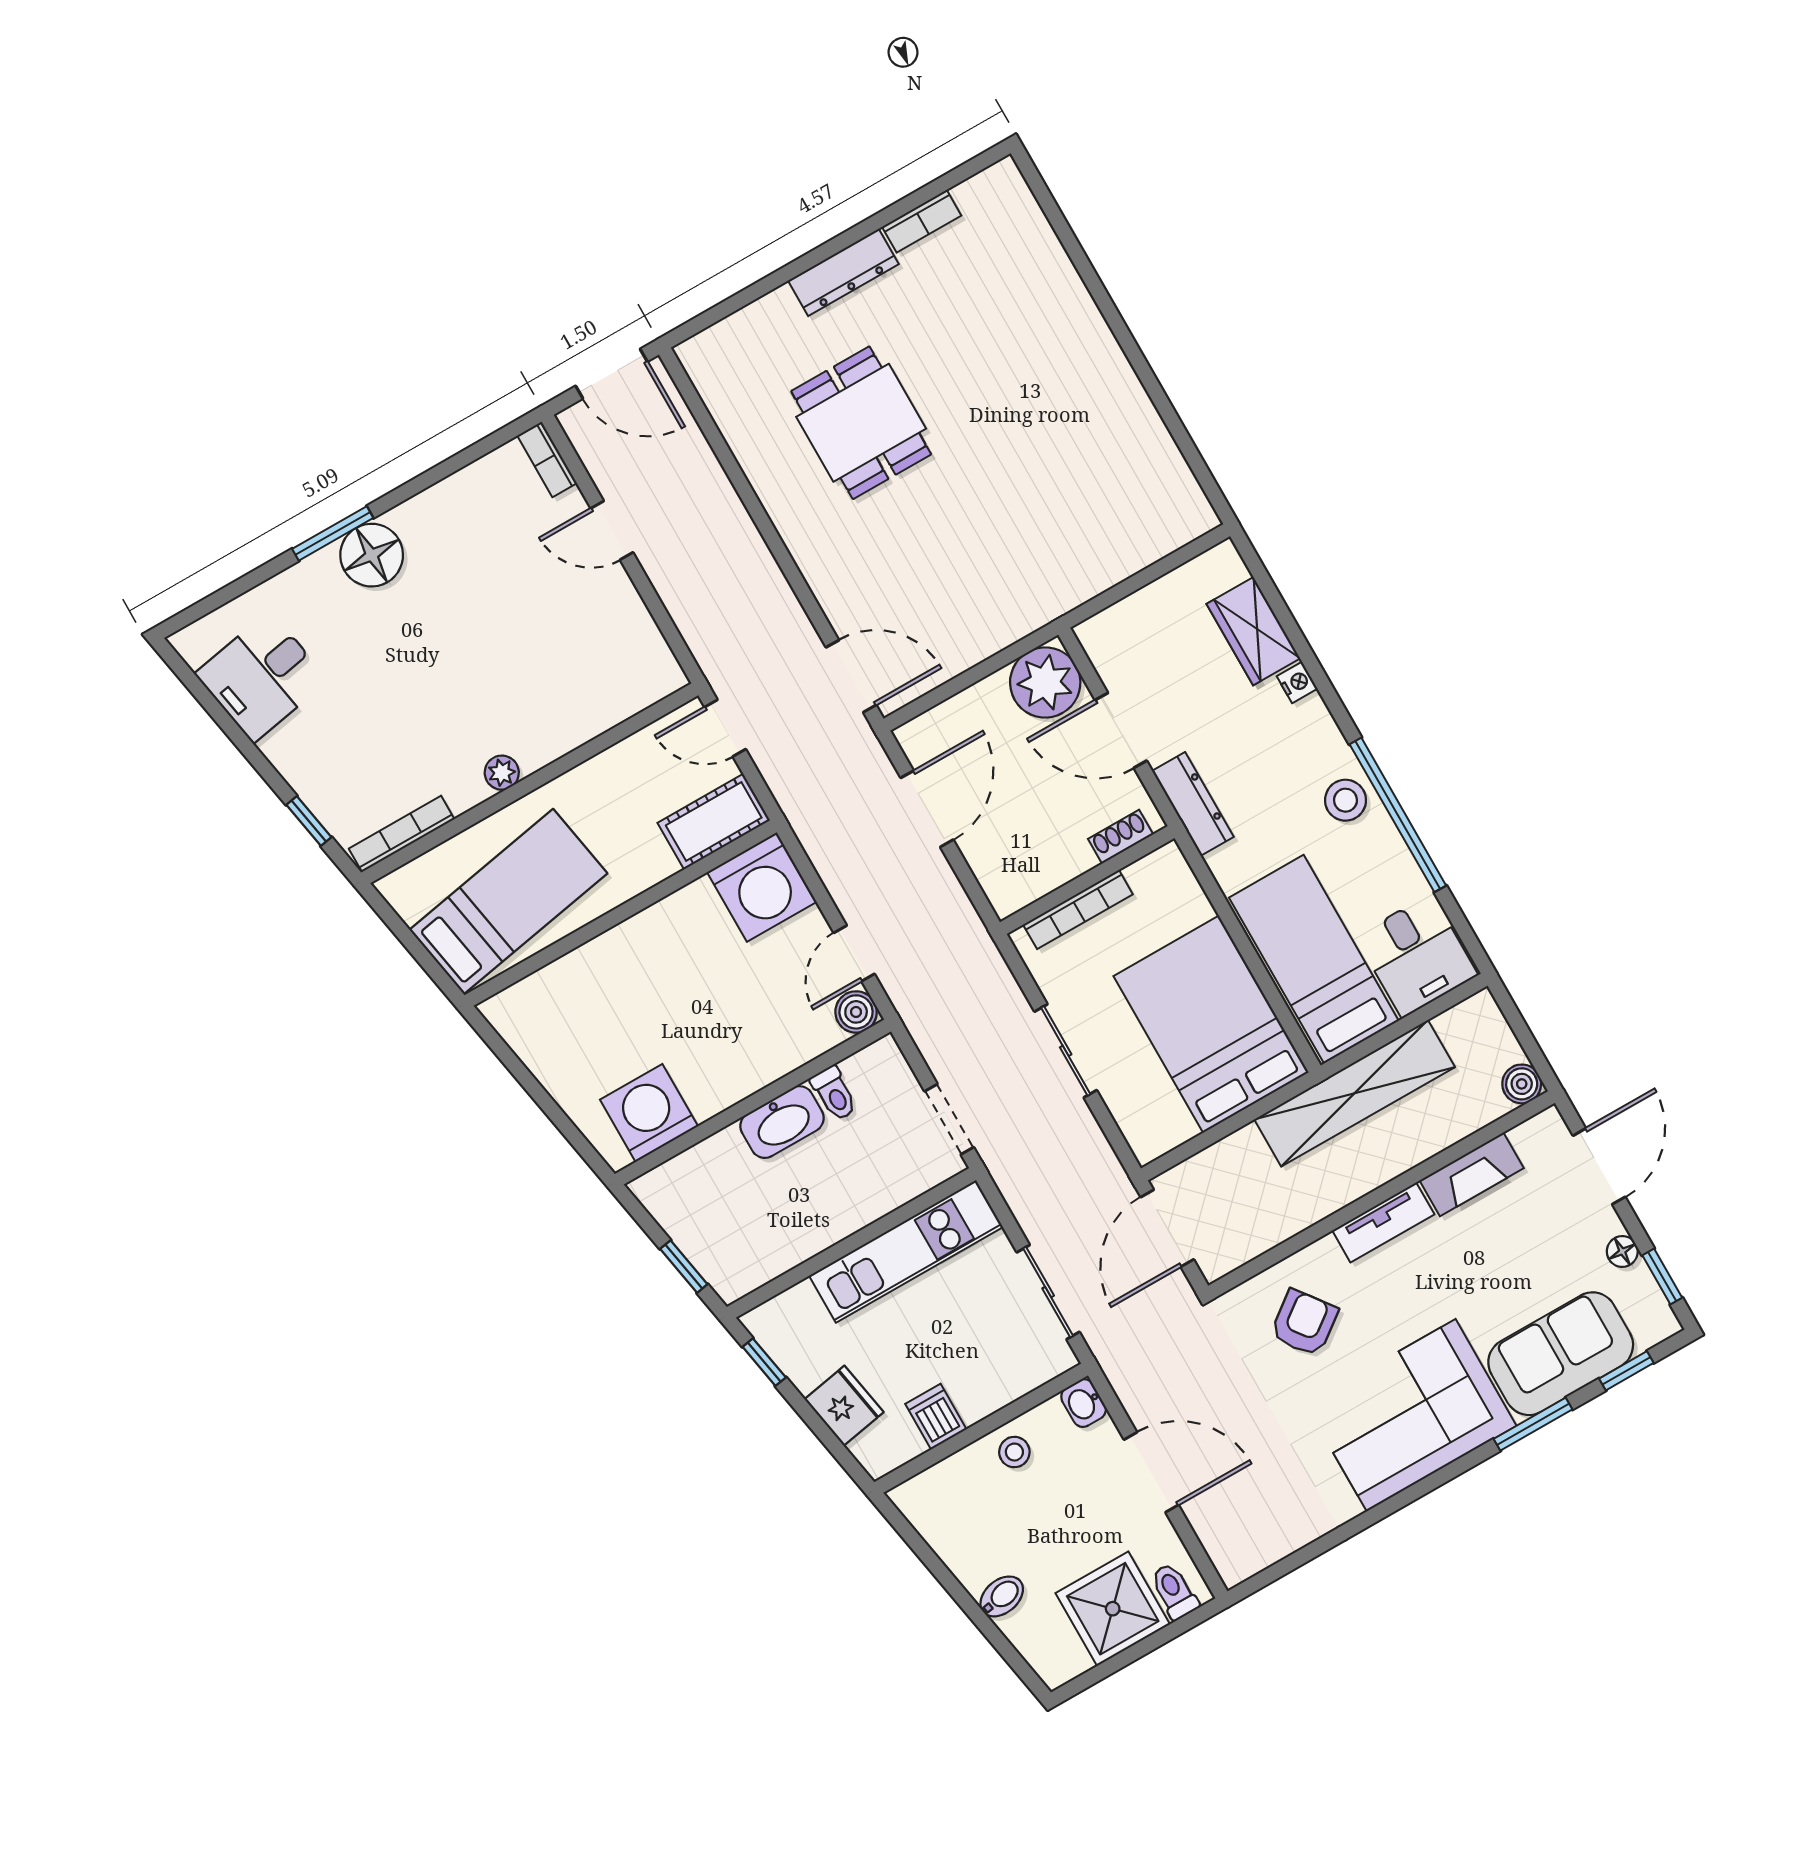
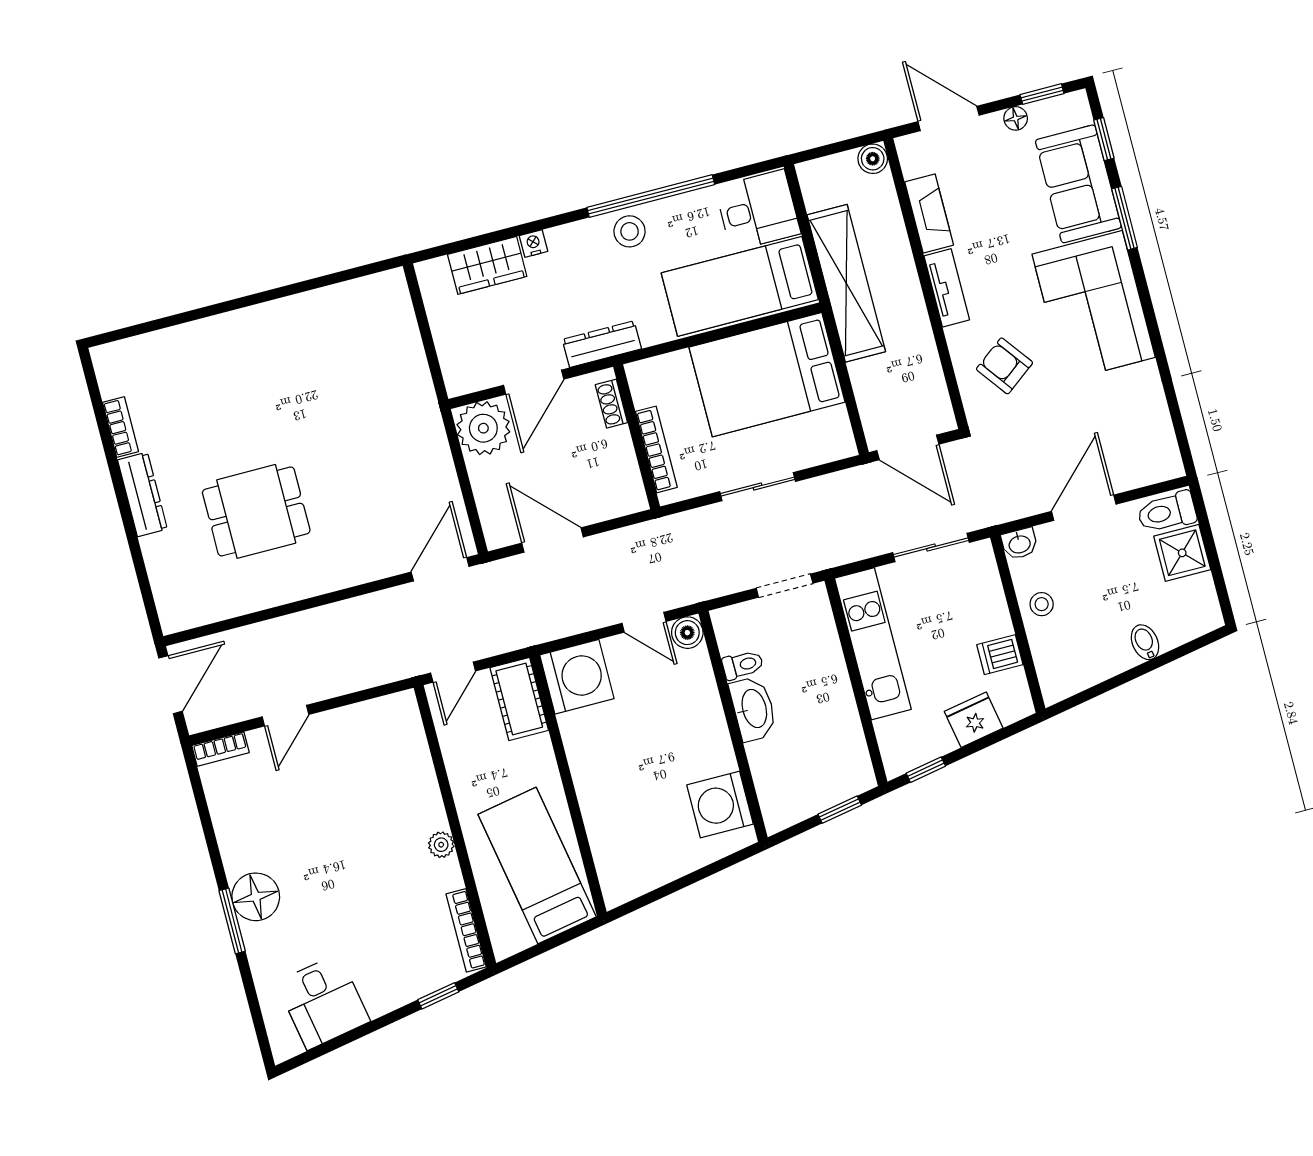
toilet: (1174, 1591) -> (1167, 512), width x1.37, depth x1.39
shower: (1113, 1609) -> (1182, 553), width x0.73, depth x0.73

